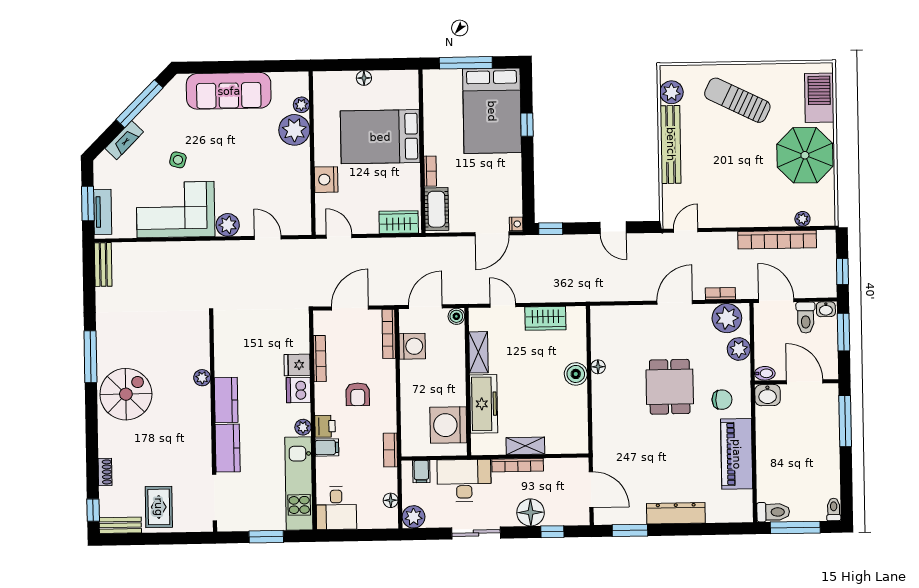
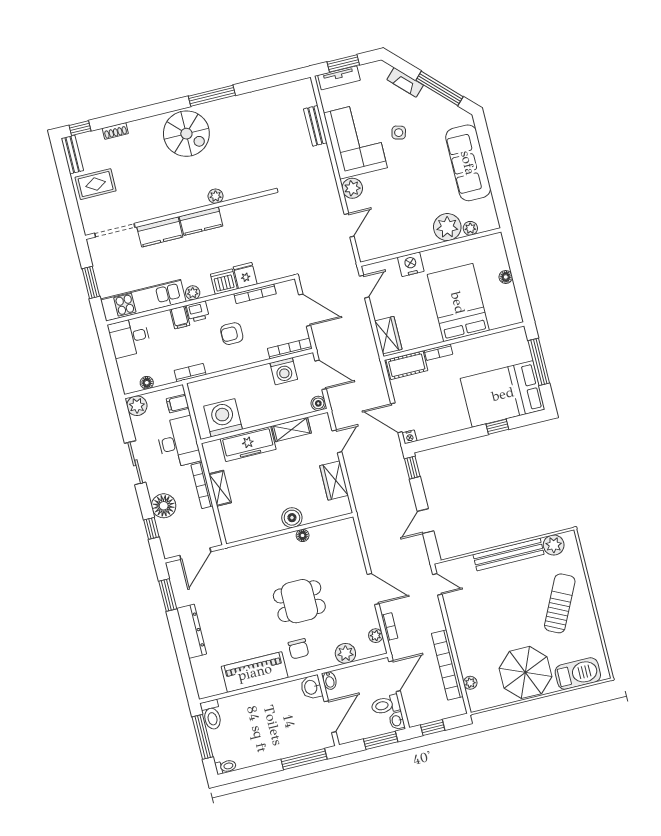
bench: (103, 264) -> (315, 126), moved, turned 90
plant: (727, 318) -> (376, 636), width x0.53, depth x0.53

